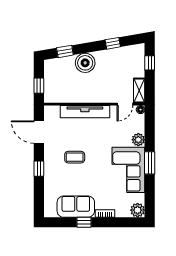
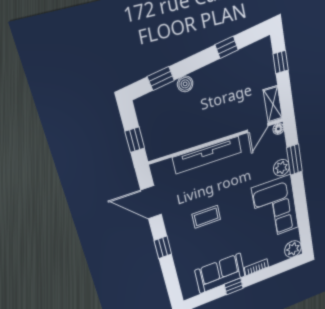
boiler: (85, 63) -> (185, 84), width x0.54, depth x0.54
window: (150, 163) -> (295, 160), moved

